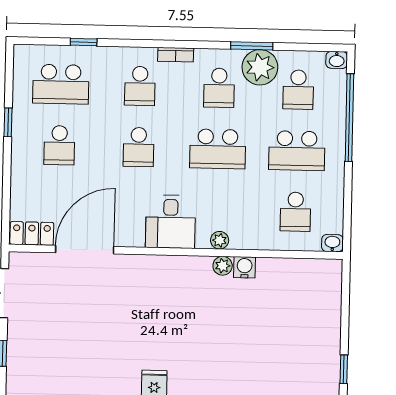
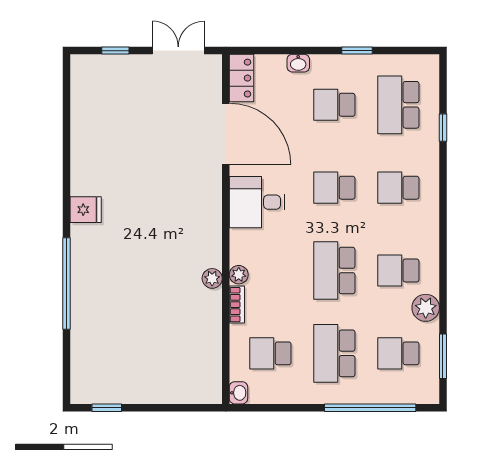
window: (252, 46) -> (443, 356), moved
bookcase: (176, 55) -> (237, 305), moved, turned 180
washbasin: (337, 60) -> (298, 63), moved, turned -90
plant: (260, 67) -> (426, 308), width x0.73, depth x0.73
desk: (171, 222) -> (257, 202), moved
water cooler: (245, 267) -> (211, 301), removed

